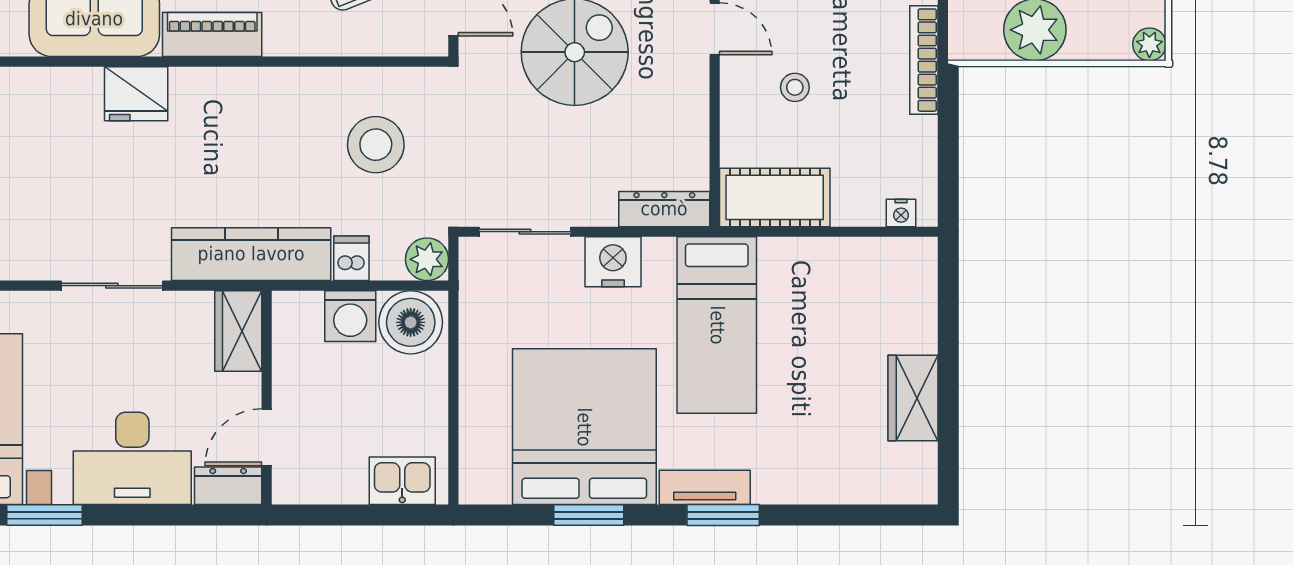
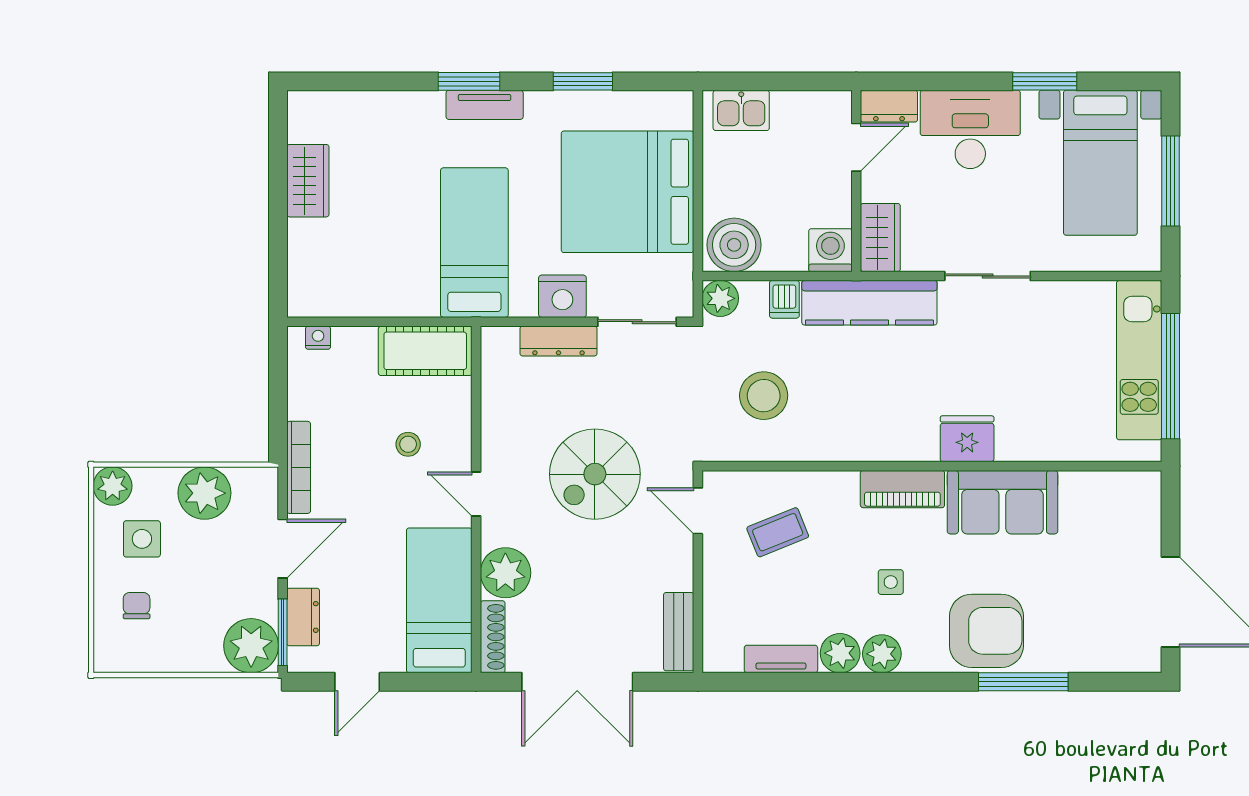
plant: (1149, 44) -> (113, 486), width x1.38, depth x1.38
dresser: (664, 209) -> (559, 341), moved
washing machine: (350, 316) -> (830, 250), moved
bed: (584, 427) -> (627, 192), moved, turned 90

